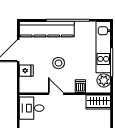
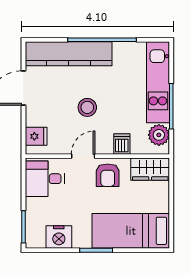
fridge: (26, 71) -> (36, 136), moved
door: (56, 94) -> (83, 156), hinge flipped
armchair: (71, 106) -> (108, 175), added

